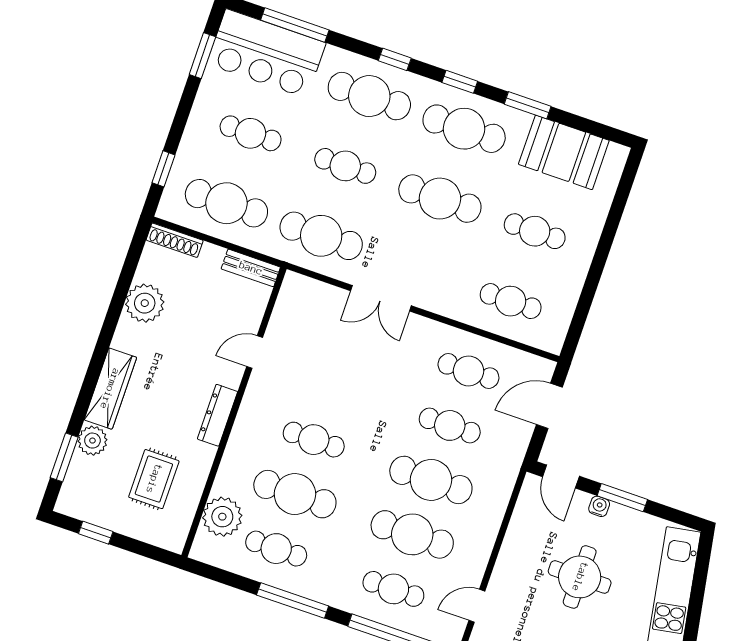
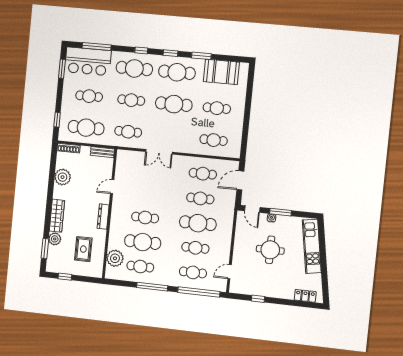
cafe table: (321, 236) -> (128, 132), width x0.73, depth x0.74
cafe table: (412, 534) -> (195, 248), width x0.73, depth x0.74

